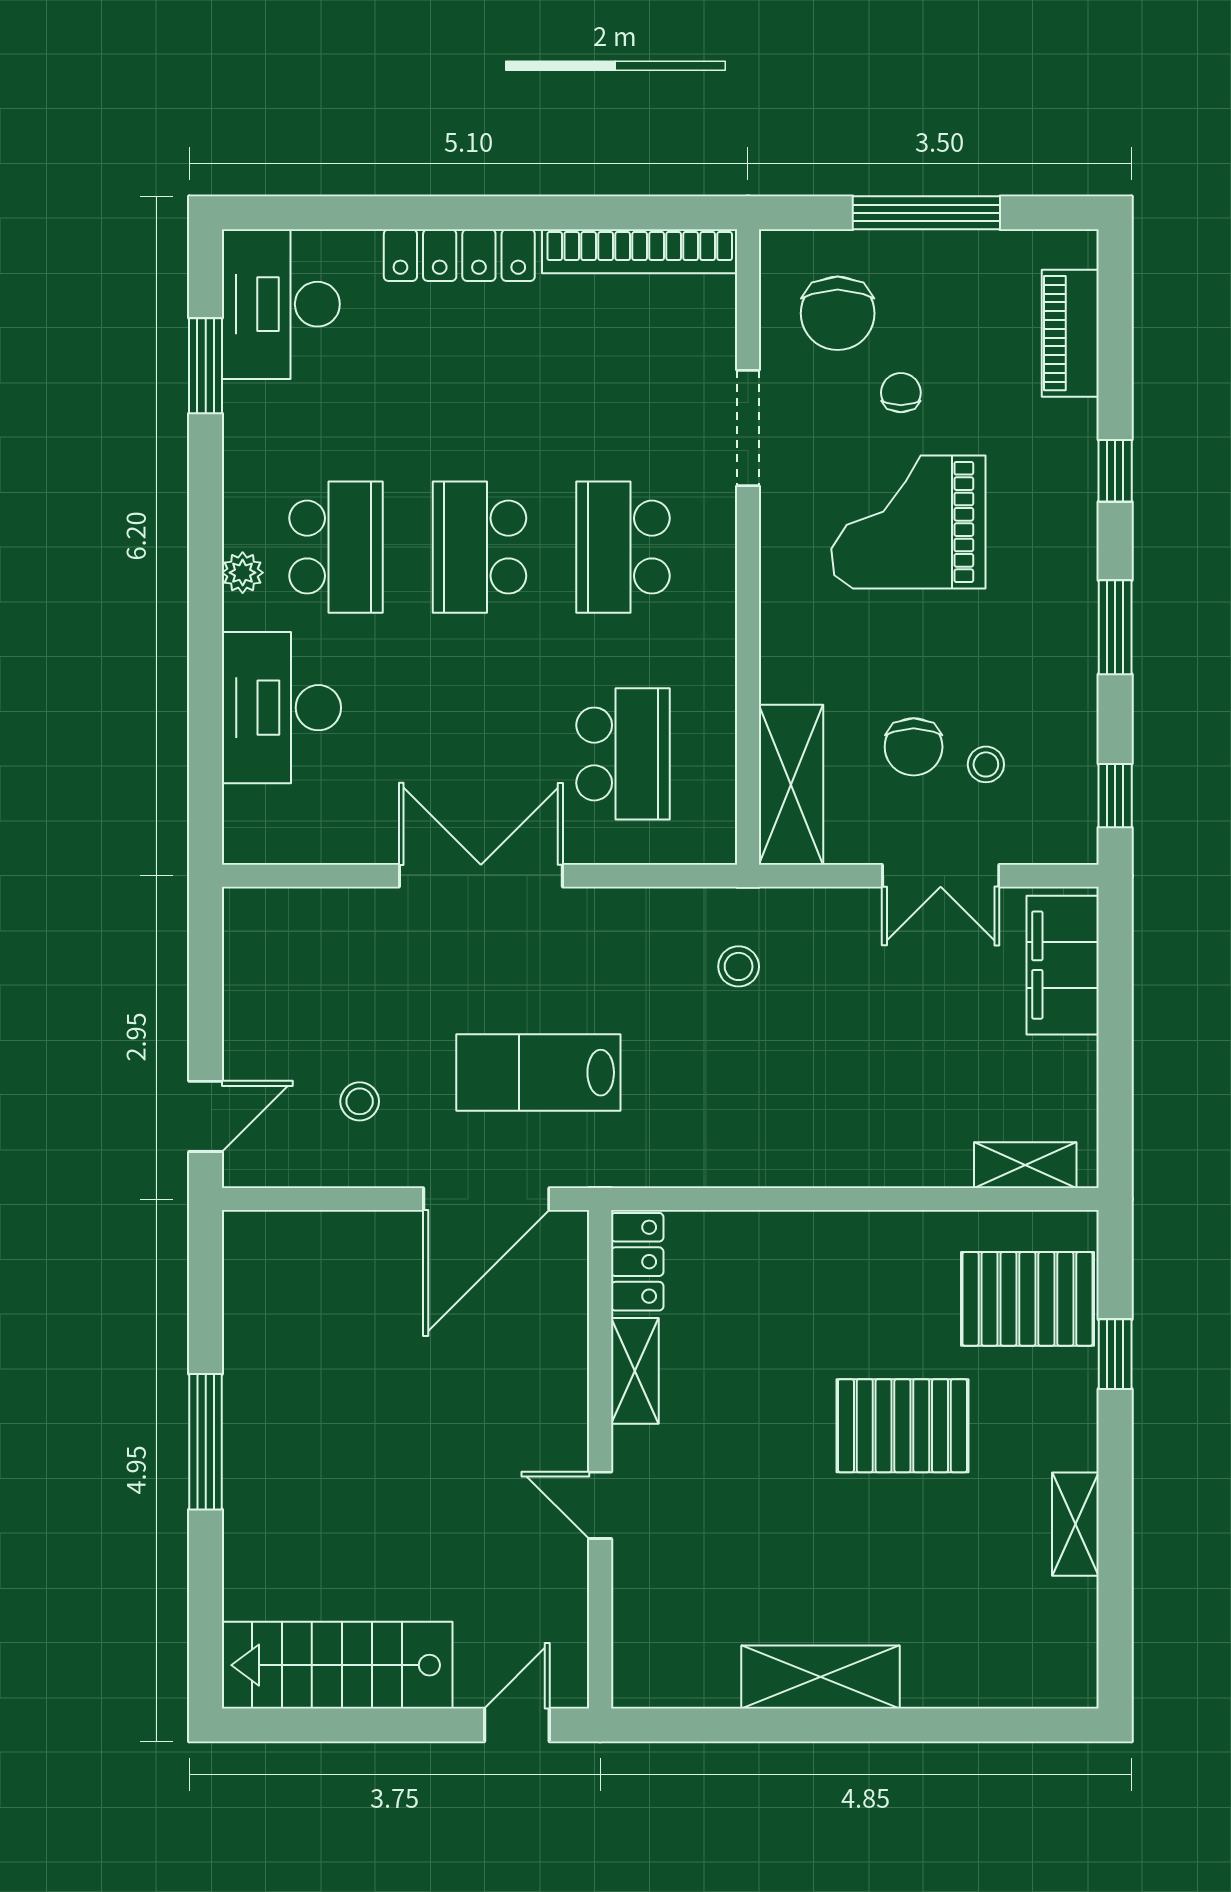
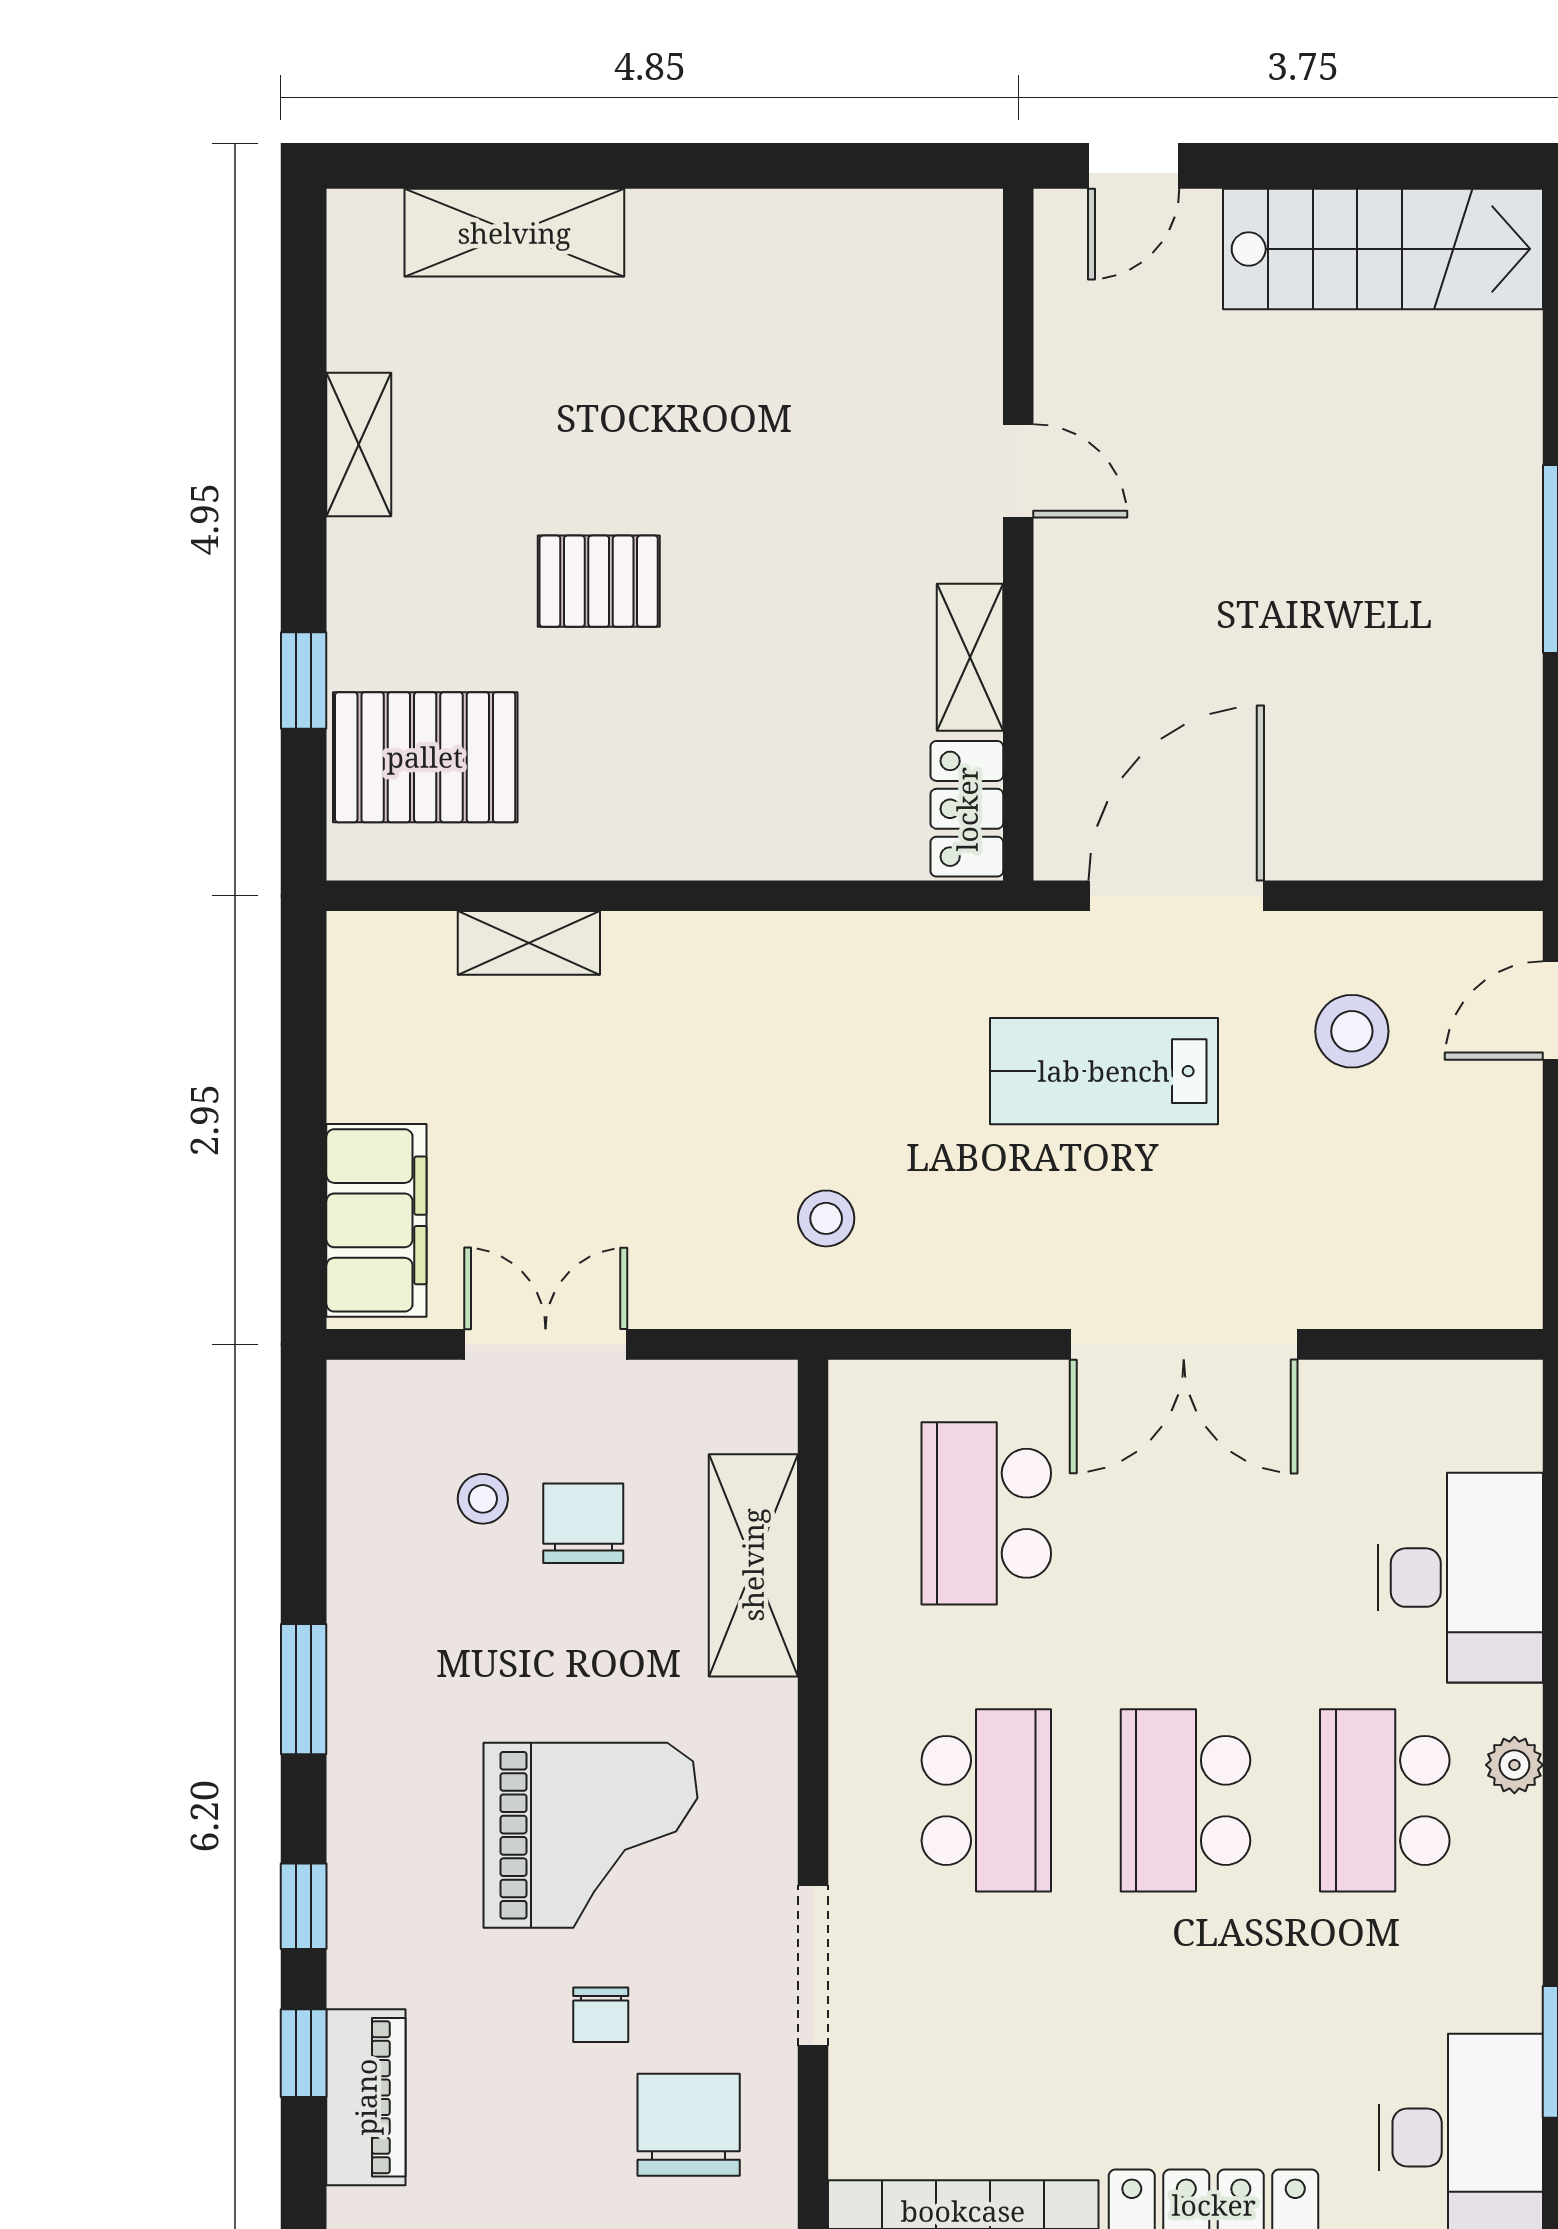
school desk: (480, 547) -> (1186, 1800), turned 180
shelving: (791, 785) -> (753, 1565), moved
window: (1115, 796) -> (304, 2053), moved
lab bench: (538, 1073) -> (1104, 1071), turned 180
stool: (360, 1101) -> (1352, 1031), width x1.37, depth x1.37
shelving: (1025, 1165) -> (529, 943), moved
pallet: (902, 1426) -> (599, 581), width x0.67, depth x0.71
shelving: (821, 1677) -> (514, 233), moved

